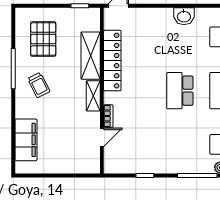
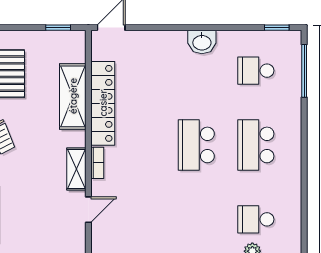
shelving: (93, 96) -> (76, 169), moved
bookcase: (108, 116) -> (97, 163), moved

